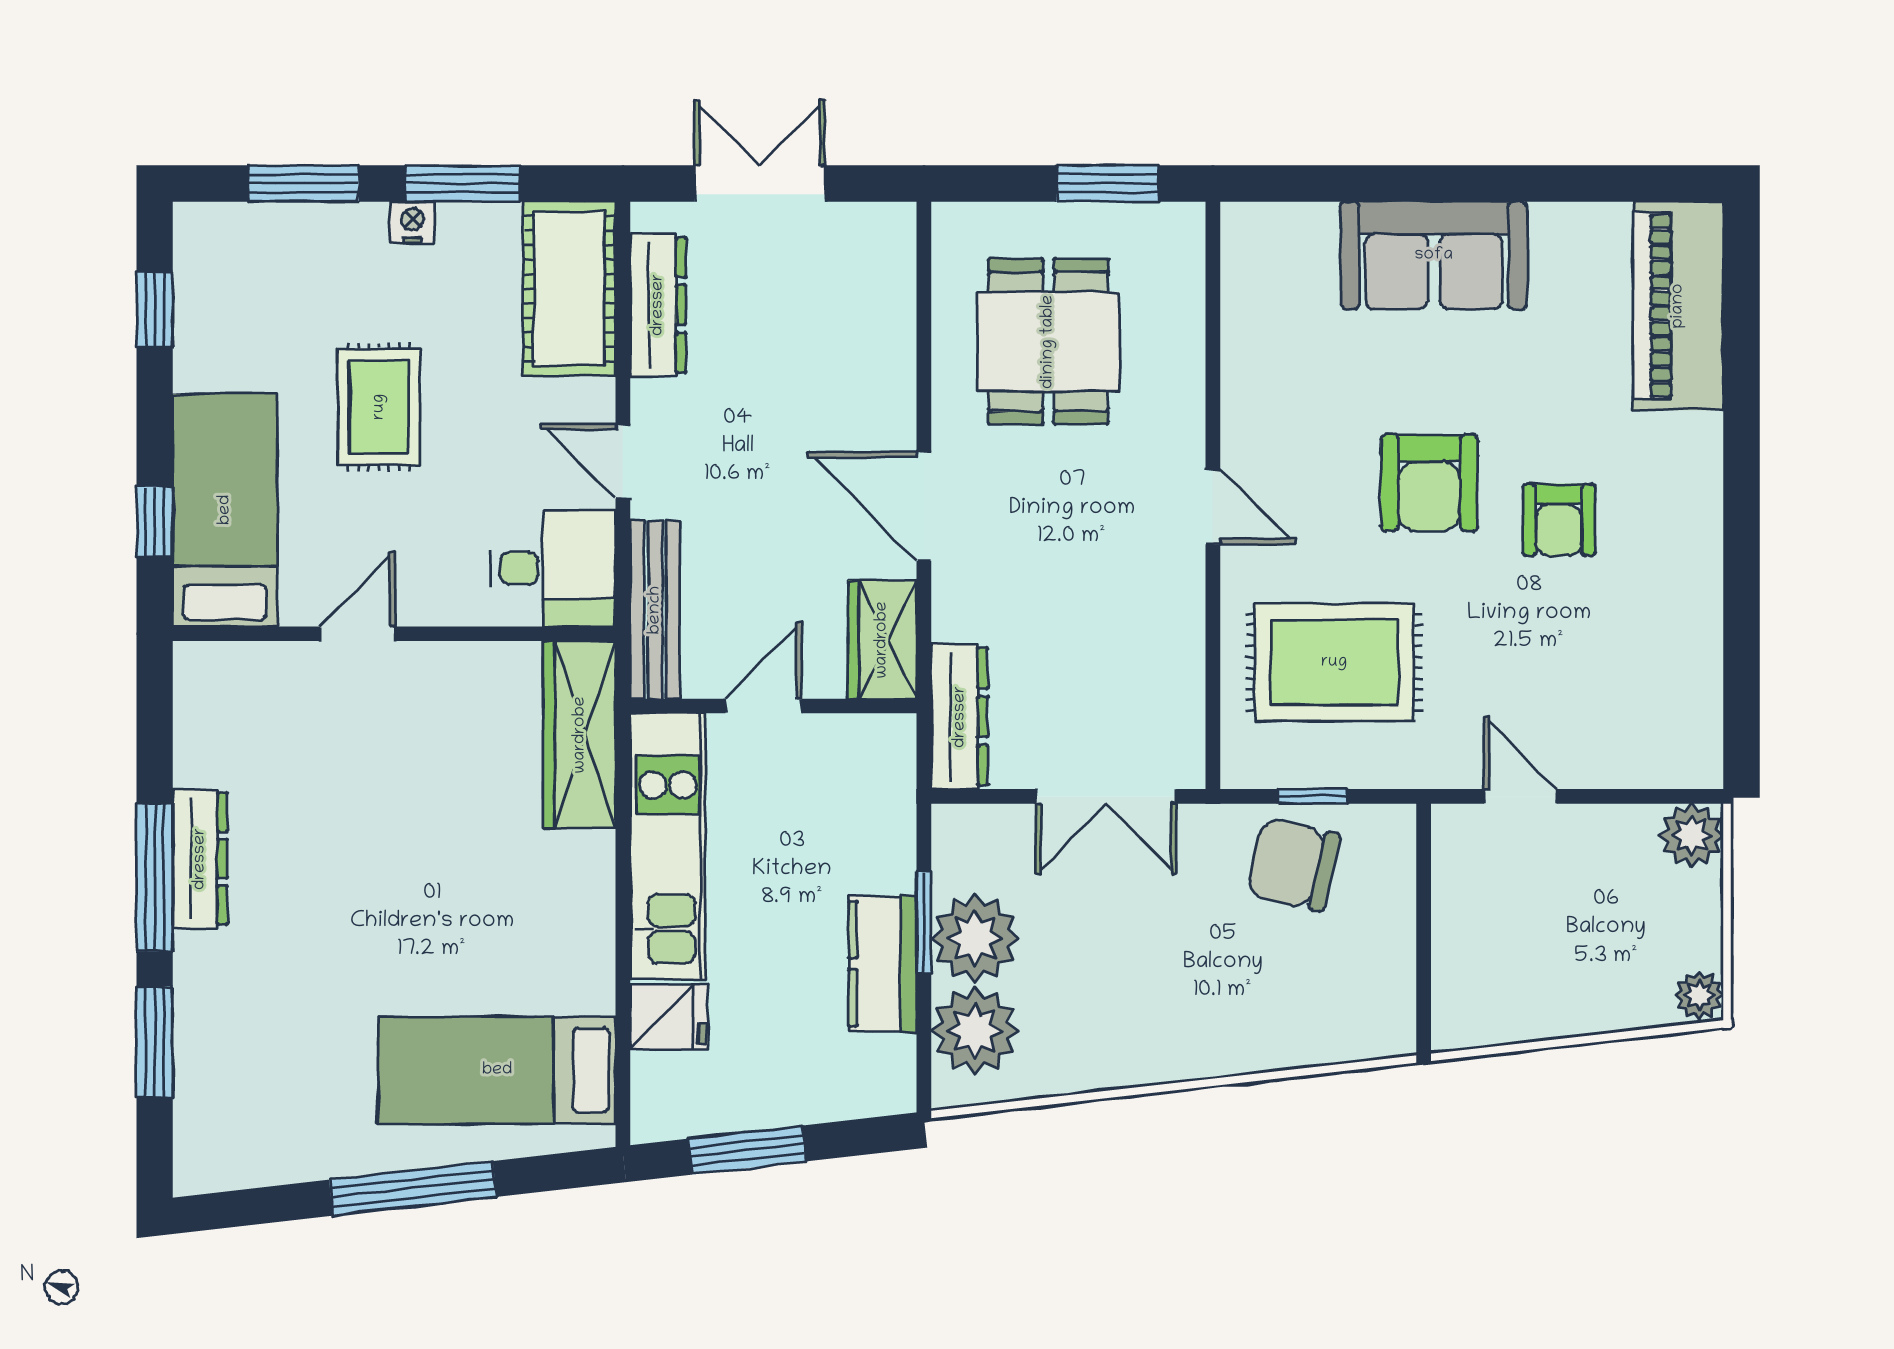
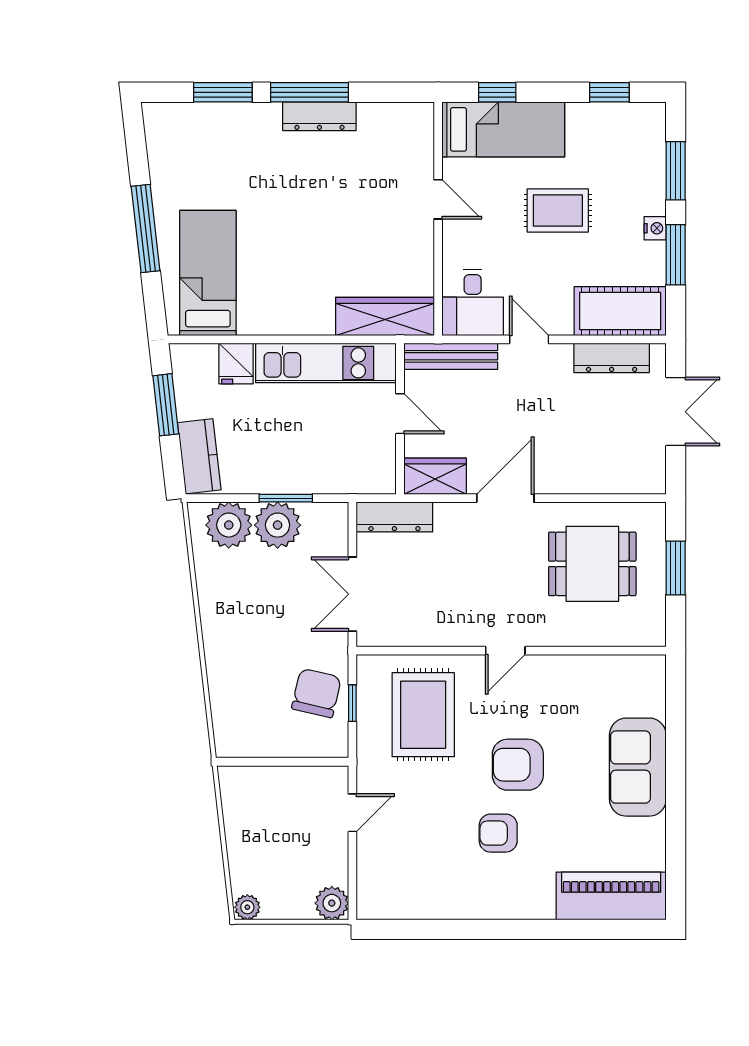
window: (1108, 183) -> (676, 568), moved
door: (623, 461) -> (529, 339), hinge flipped
kitchen counter: (883, 964) -> (199, 456), moved, turned 83

